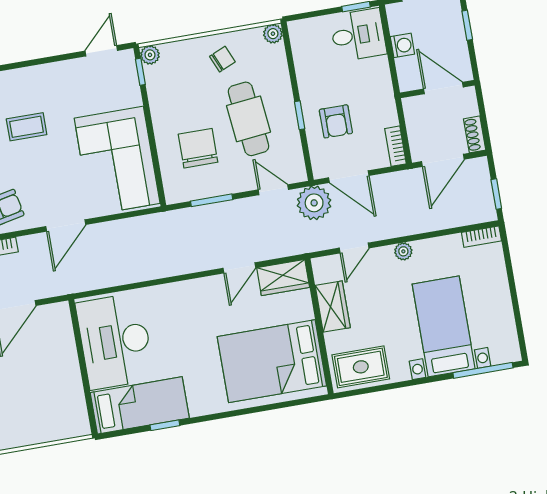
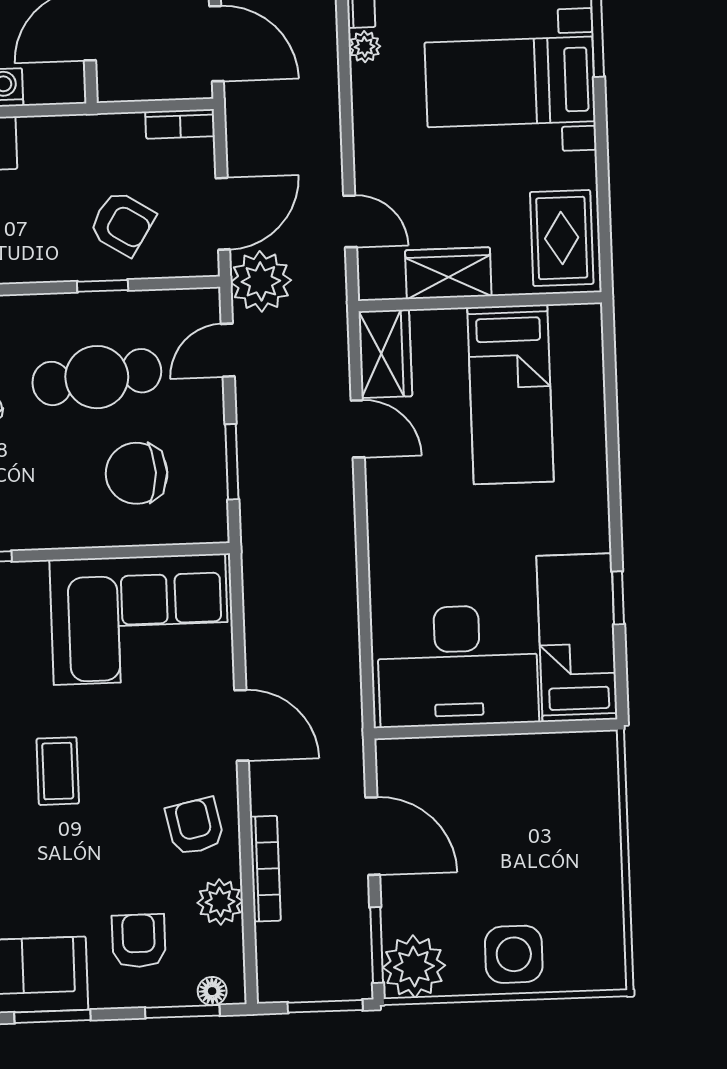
armchair: (336, 121) -> (122, 223), turned 32
plant: (403, 251) -> (365, 47), moved
bed: (272, 361) -> (511, 394), width x0.67

